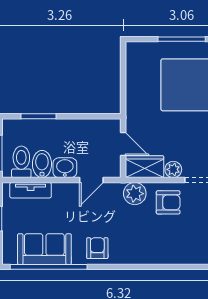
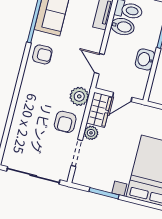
washbasin: (65, 168) -> (145, 59), moved, turned 180

